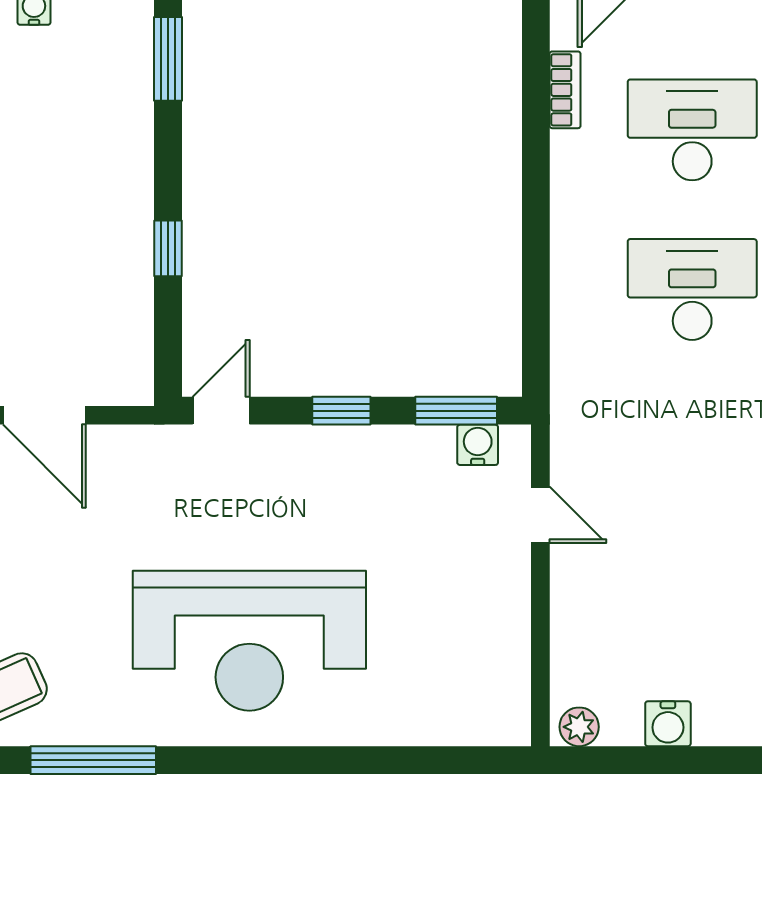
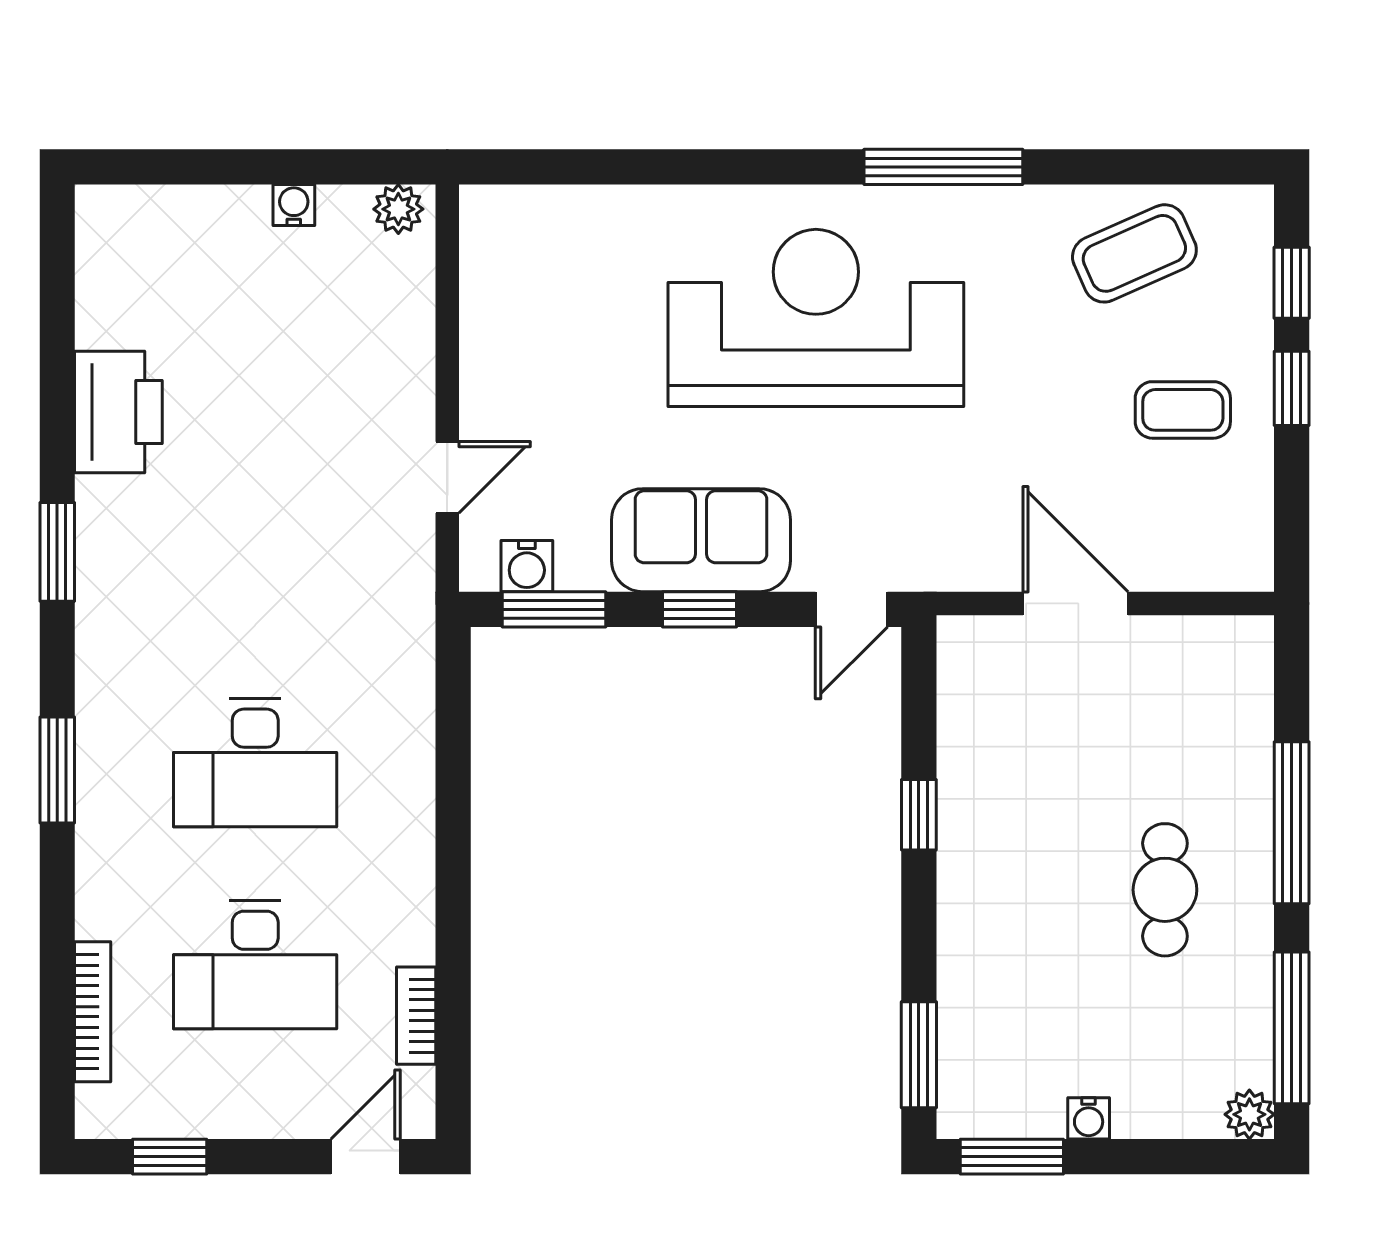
sofa: (340, 465) -> (701, 540), added
door: (540, 515) -> (447, 477), swing flipped
water cooler: (668, 724) -> (294, 205), width x0.72, depth x0.72
window: (93, 760) -> (943, 167), moved

